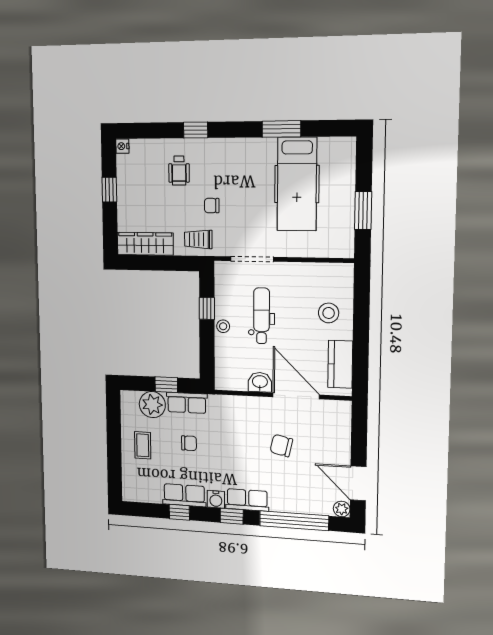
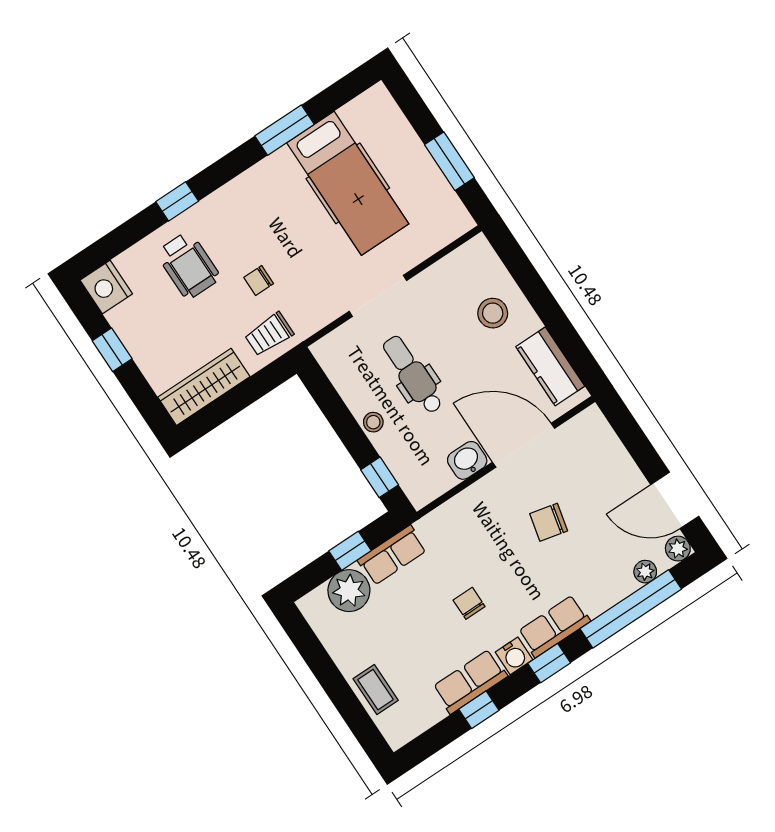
nightstand: (122, 146) -> (106, 287), width x1.89, depth x1.79
wheelchair: (179, 171) -> (188, 265), width x1.36, depth x1.37
doorway: (252, 259) -> (378, 296), moved
window: (207, 308) -> (380, 477), moved
chair: (189, 443) -> (469, 603), moved, turned -90
coffee table: (143, 445) -> (376, 690), moved
plant: (315, 508) -> (645, 572), added

